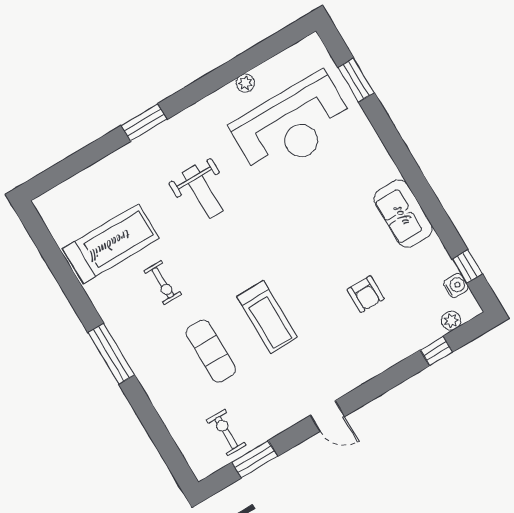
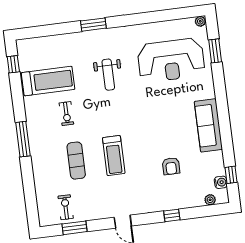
plant: (245, 83) -> (200, 21), moved
sofa: (403, 214) -> (208, 125), width x1.36
window: (44, 241) -> (13, 64), added
window: (436, 351) -> (172, 215), moved

